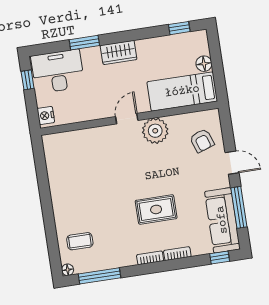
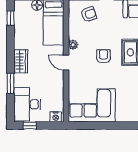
plant: (155, 131) -> (73, 45), width x0.53, depth x0.53
corner sofa: (70, 165) -> (92, 105), added
armchair: (144, 171) -> (104, 56), added

